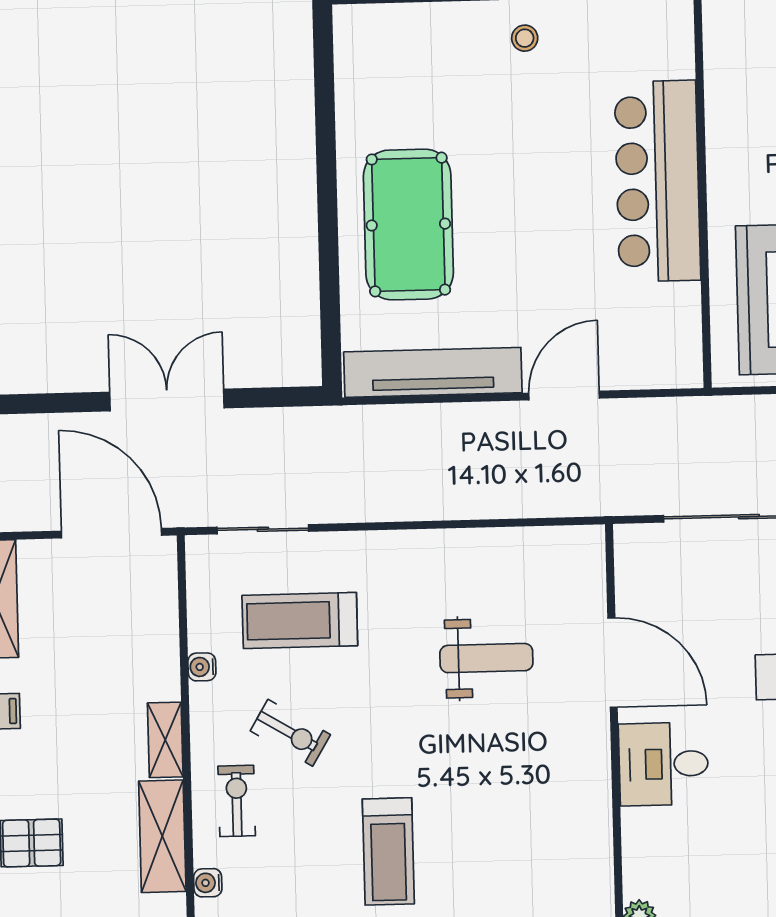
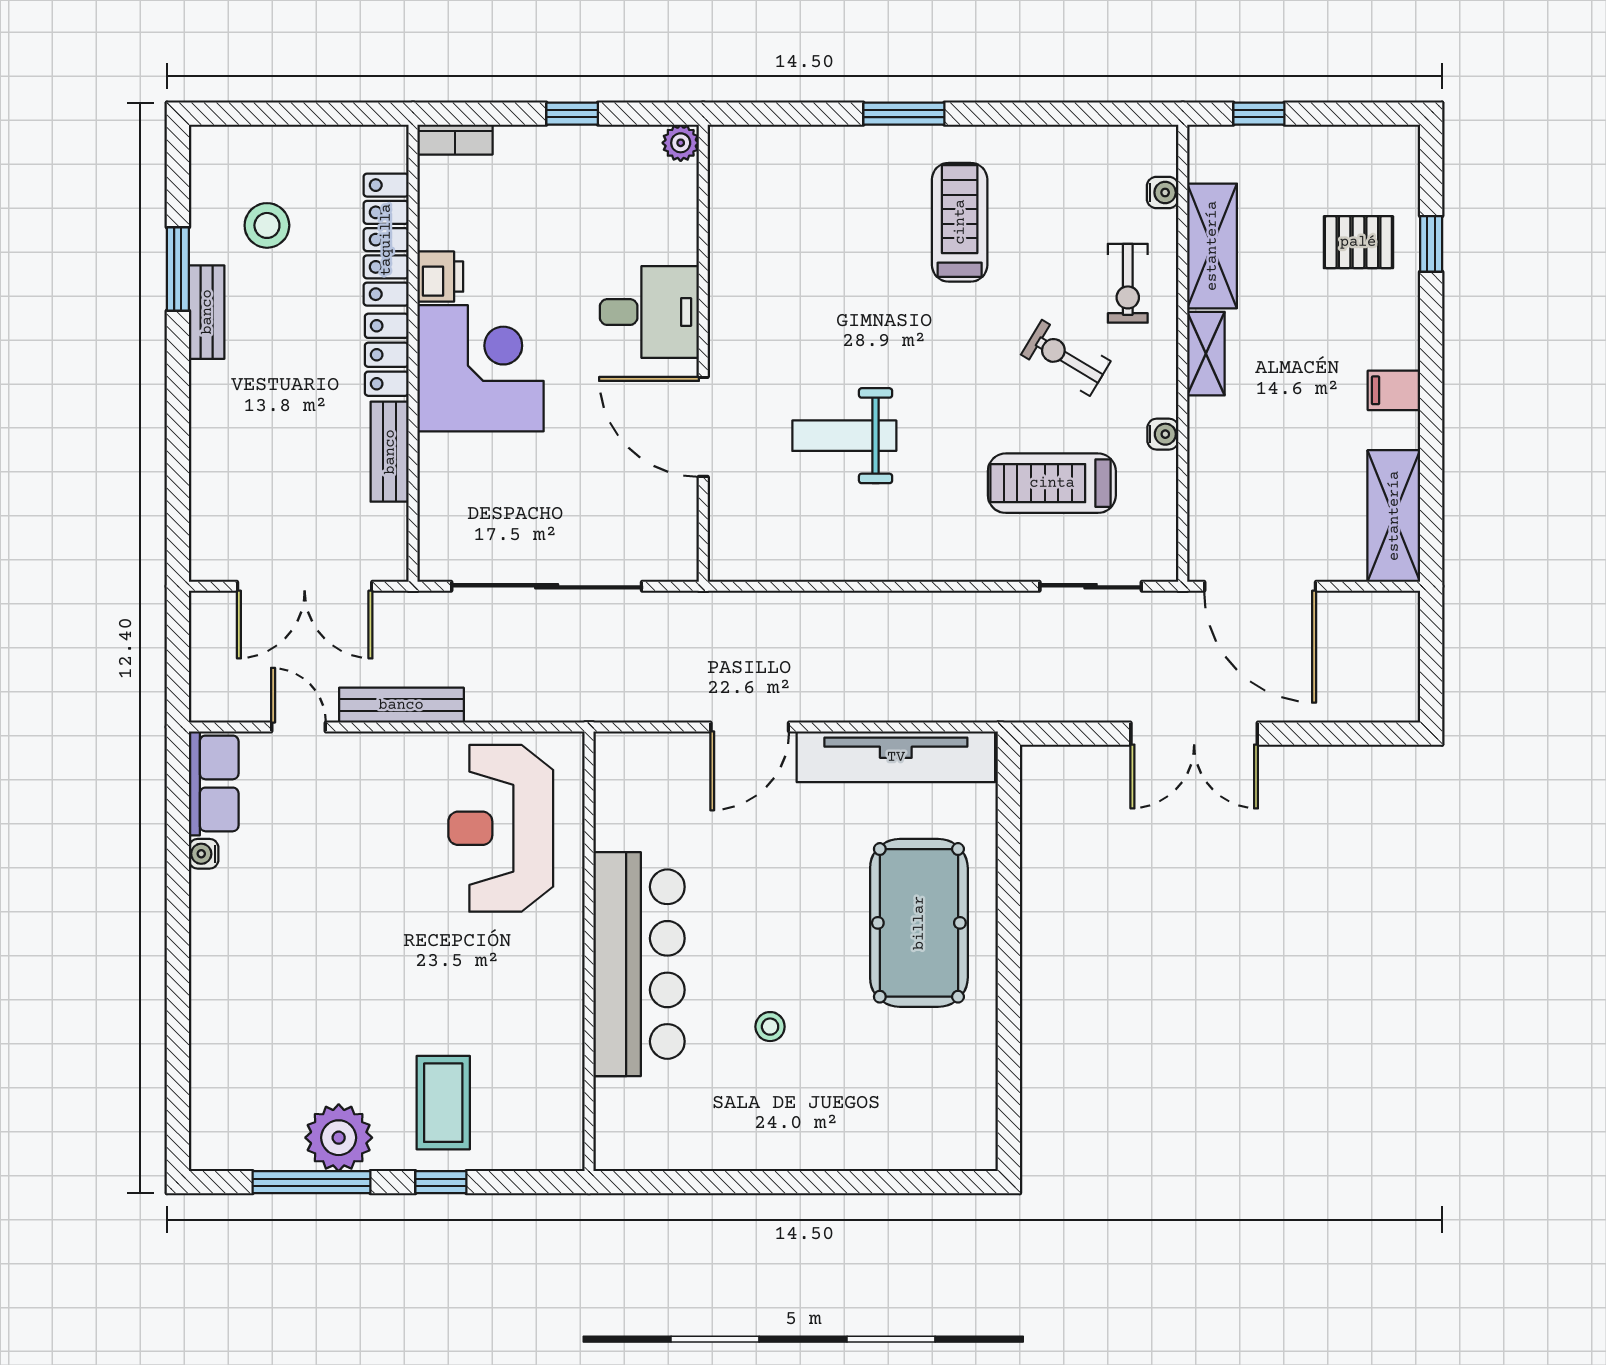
stool: (525, 38) -> (770, 1027), moved
treadmill: (300, 620) -> (1052, 483), turned 180

